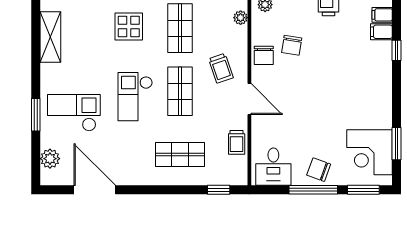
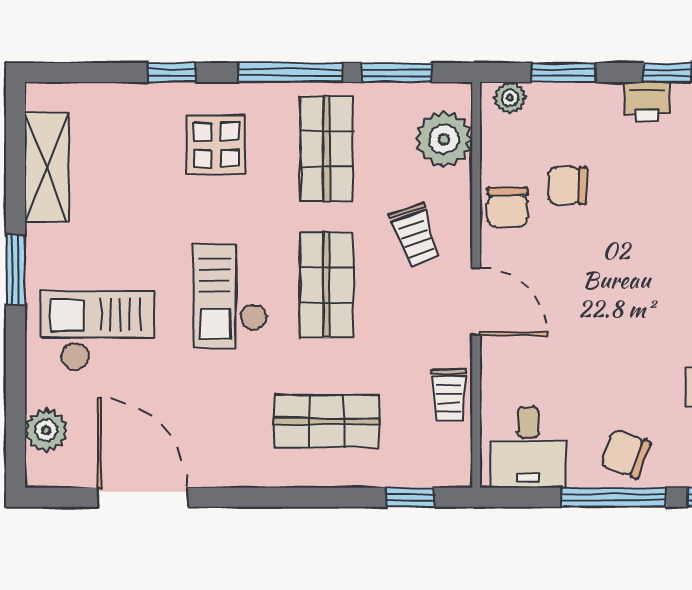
plant: (241, 18) -> (444, 139), width x1.87, depth x1.87
chair: (292, 45) -> (568, 186), turned 81
window: (36, 115) -> (16, 270), moved

